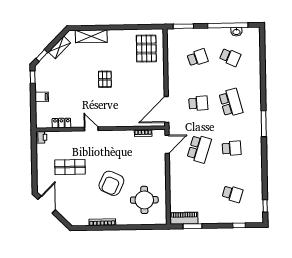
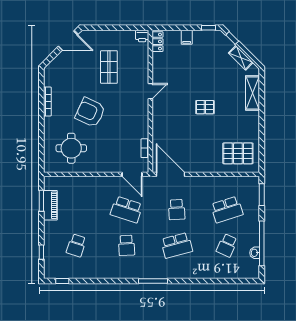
school desk: (198, 58) -> (227, 210), width x1.85
locker: (61, 123) -> (158, 42), moved
piano: (184, 218) -> (50, 205), moved

